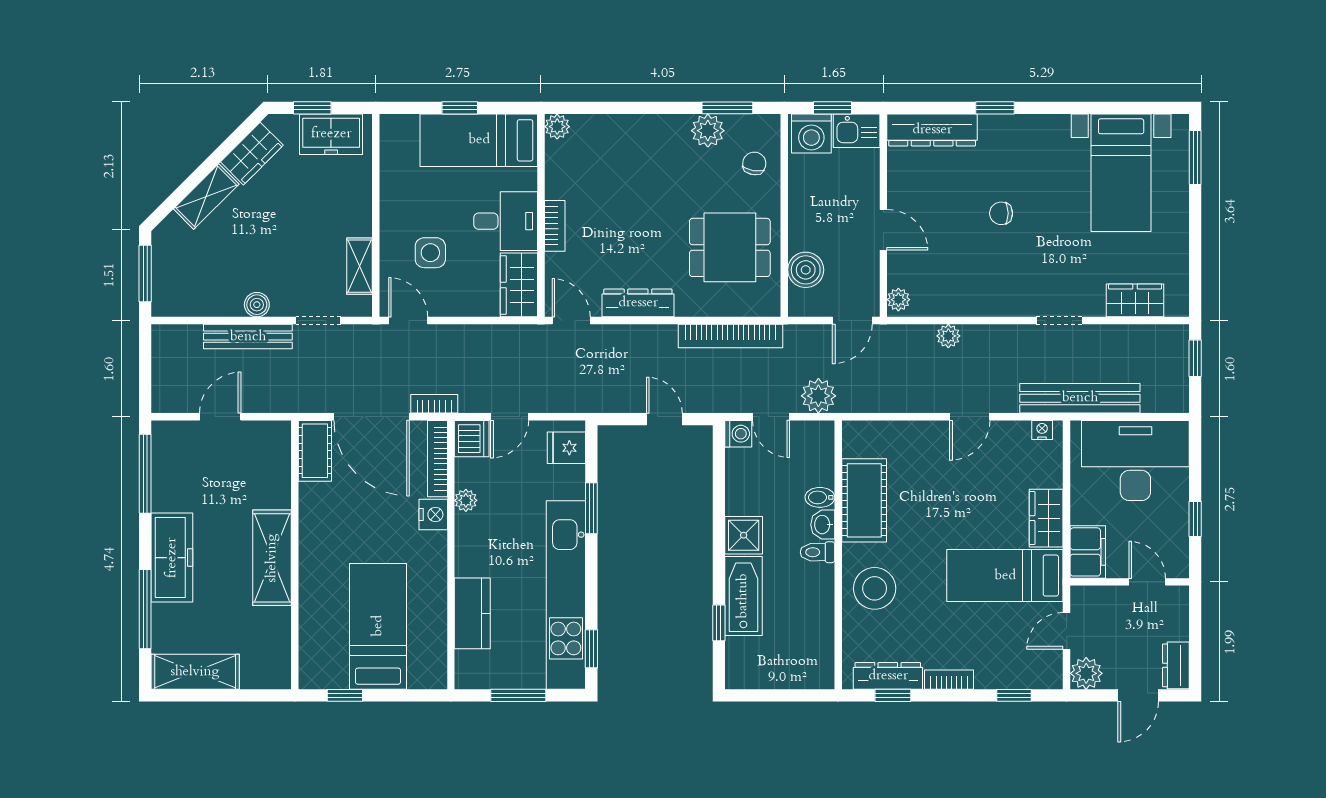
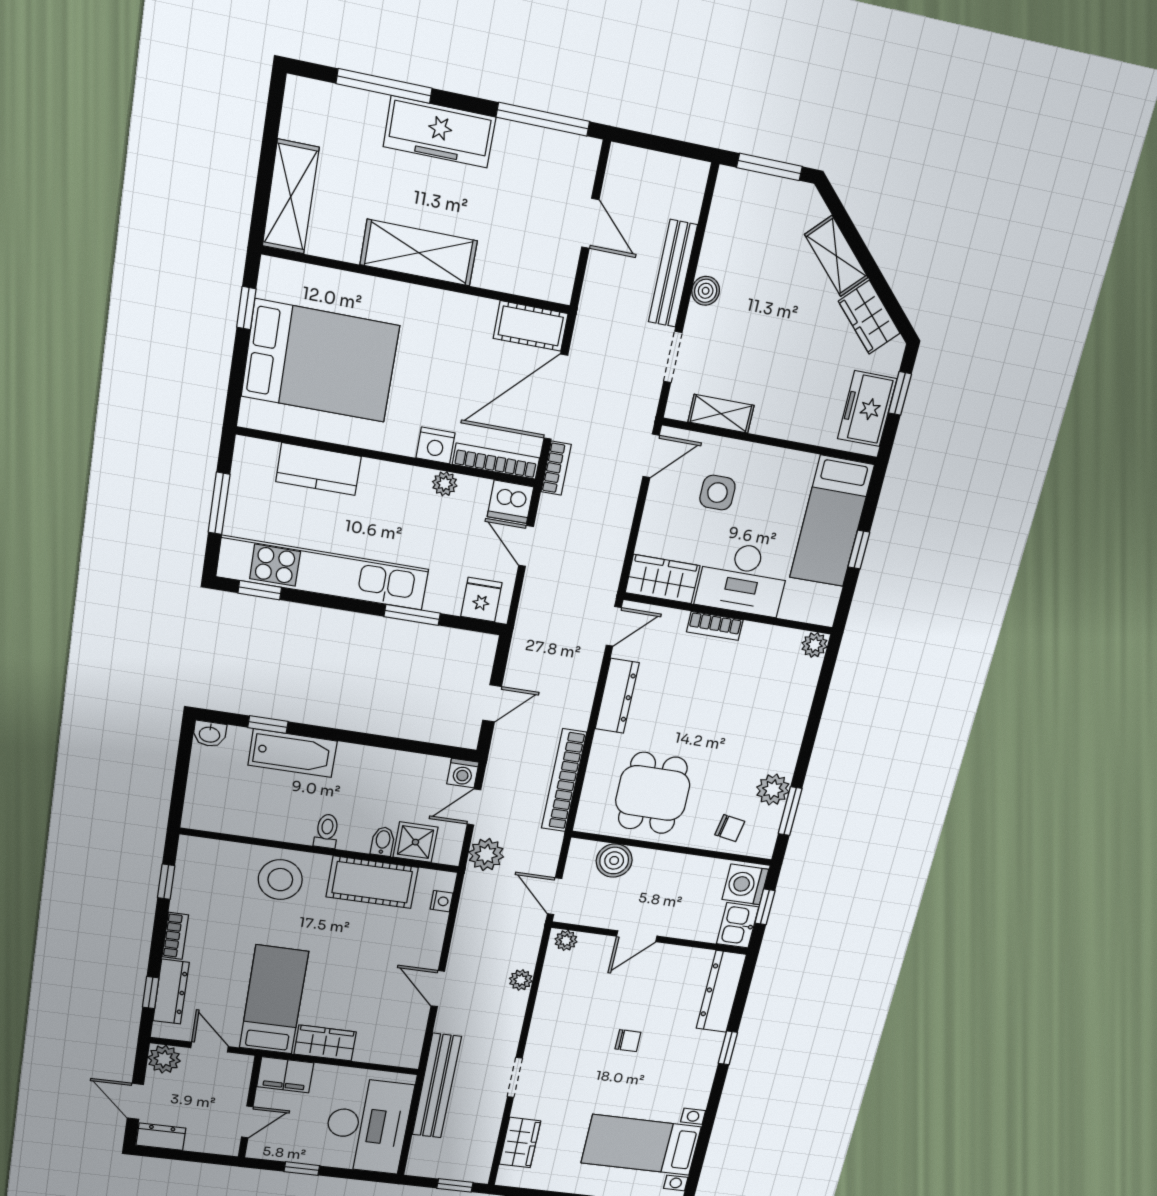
bed: (479, 140) -> (832, 521), moved, turned 180
chair: (1001, 213) -> (628, 1041), turned 90
desk: (506, 221) -> (743, 579), width x1.37
nightstand: (1042, 430) -> (442, 901), moved
washbasin: (823, 525) -> (210, 734), moved, turned 180
shower: (744, 535) -> (415, 842), moved
bed: (378, 626) -> (320, 361), width x1.50
shelving: (195, 672) -> (291, 197), moved
dresser: (888, 676) -> (171, 992), moved

